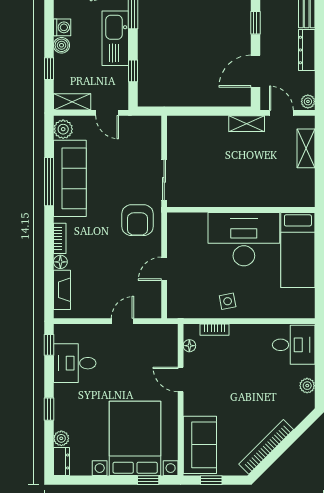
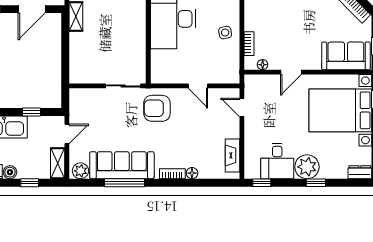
door: (255, 71) -> (32, 9), hinge flipped
armchair: (138, 220) -> (157, 108), turned 180
fireplace: (62, 290) -> (233, 155), moved, turned -90
door: (123, 321) -> (242, 108), moved
plant: (61, 438) -> (307, 167), moved, width x1.88, depth x1.88

